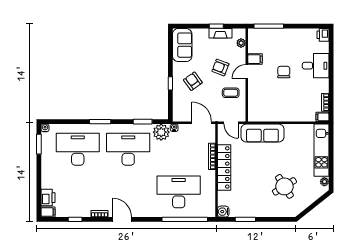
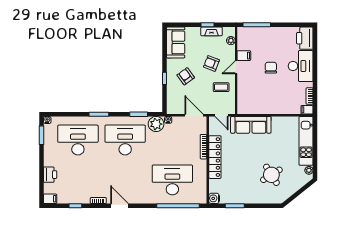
printer: (323, 35) -> (305, 38), width x1.87, depth x1.48
desk: (316, 66) -> (301, 66), width x1.37
printer: (48, 198) -> (50, 175), moved

